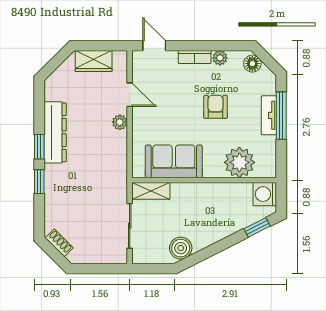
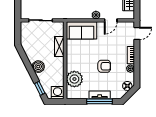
sofa: (174, 161) -> (81, 30), moved, turned 90
shelving: (151, 191) -> (59, 47), moved
boiler: (181, 248) -> (38, 67), moved

